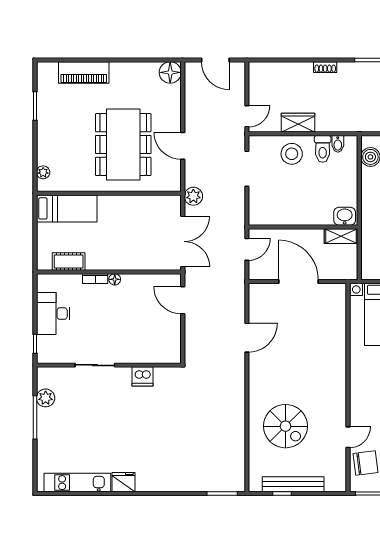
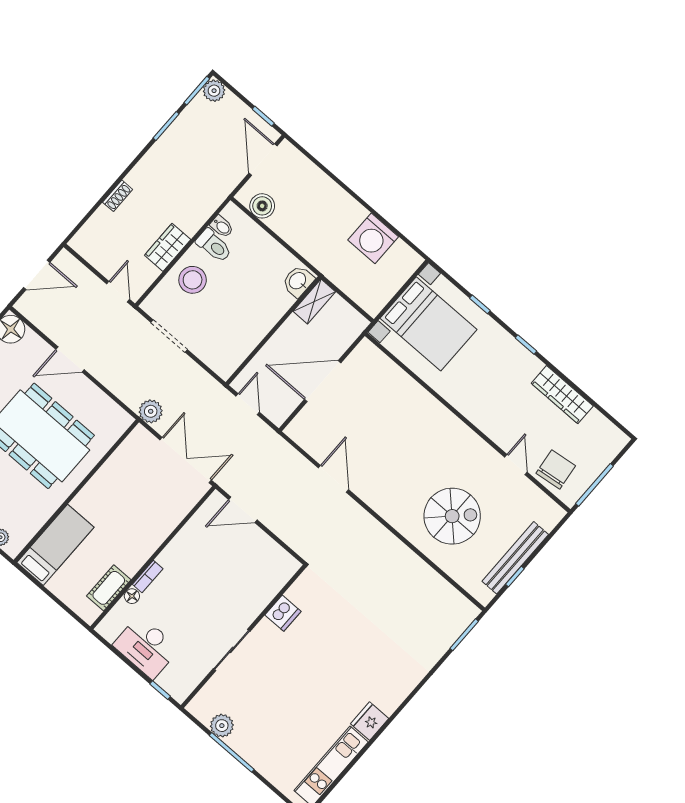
shoe rack: (325, 67) -> (118, 196), moved
door: (183, 146) -> (70, 360), moved
floor lamp: (115, 279) -> (132, 596), moved

